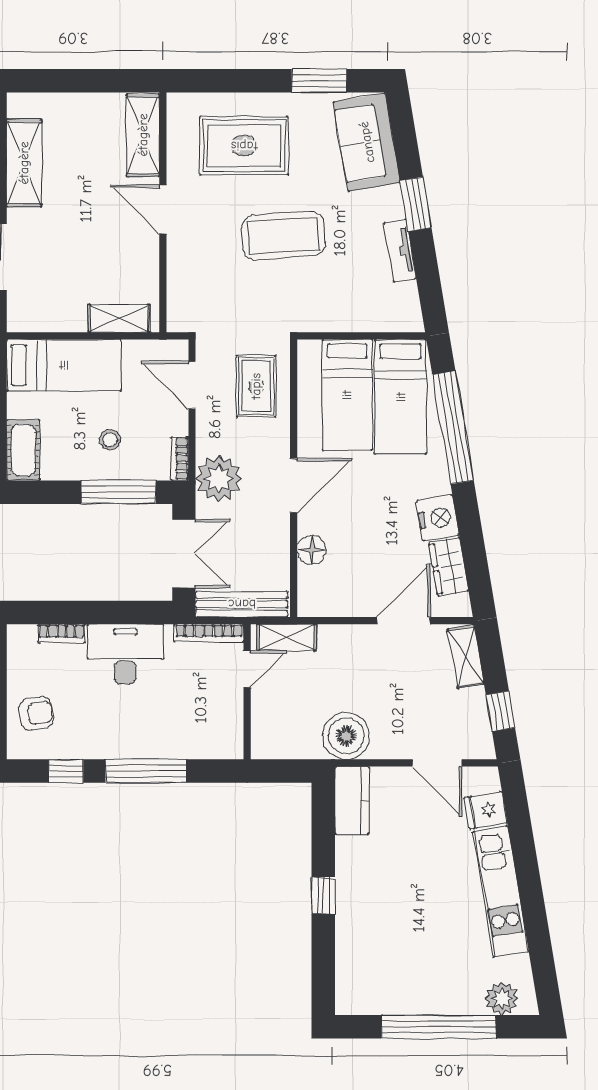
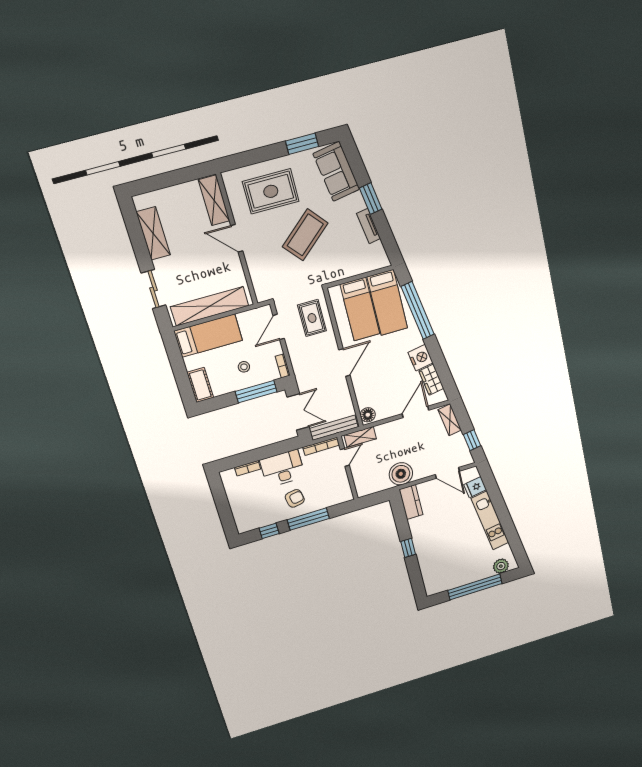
coffee table: (284, 236) -> (305, 235), turned -37
shelving: (119, 318) -> (210, 306), width x2.20, depth x1.33
door: (192, 385) -> (279, 327), hinge flipped
plant: (219, 479) -> (305, 370), removed
floor lamp: (312, 550) -> (368, 415), moved
armchair: (36, 713) -> (295, 498), moved

